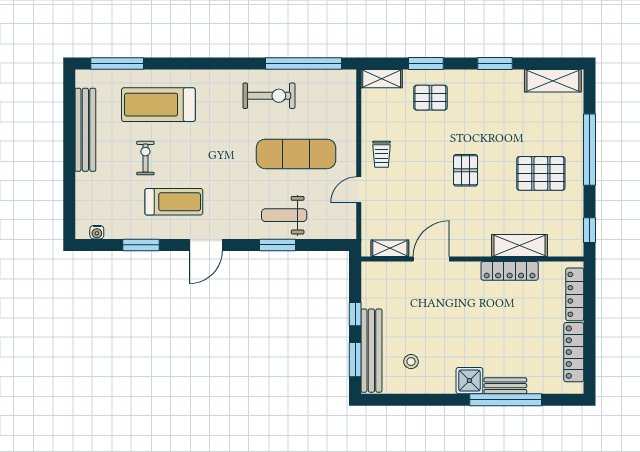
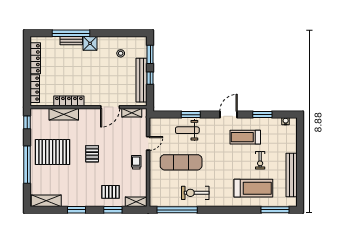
pallet: (541, 173) -> (53, 152), width x1.37, depth x1.41
weight bench: (284, 215) -> (187, 130), turned 180
bench: (371, 351) -> (141, 80), moved

